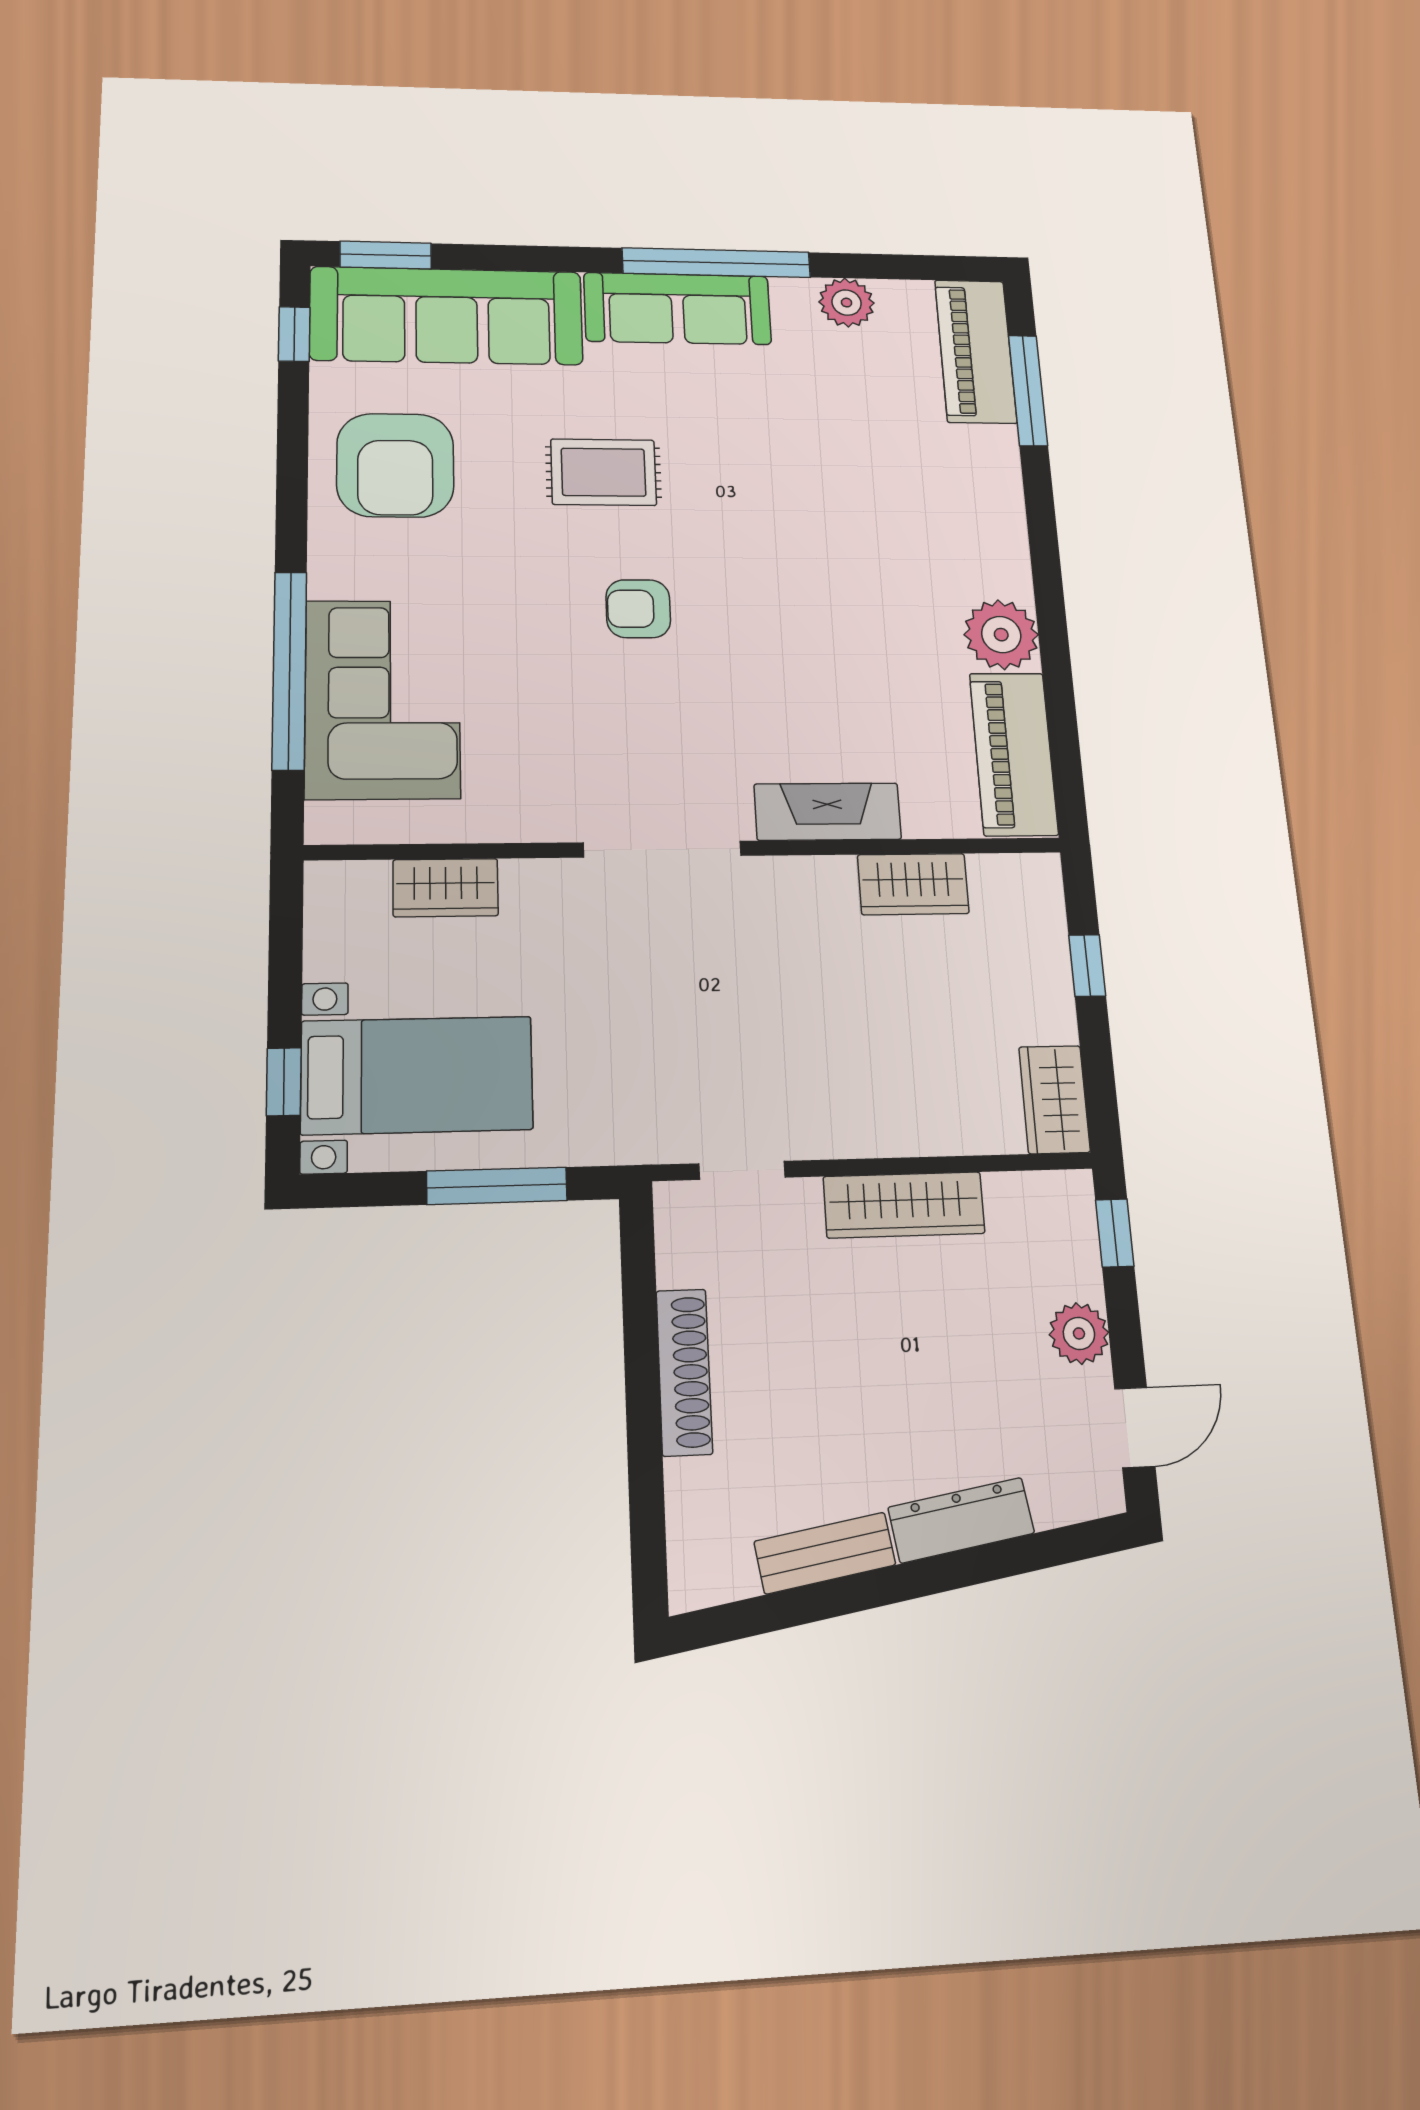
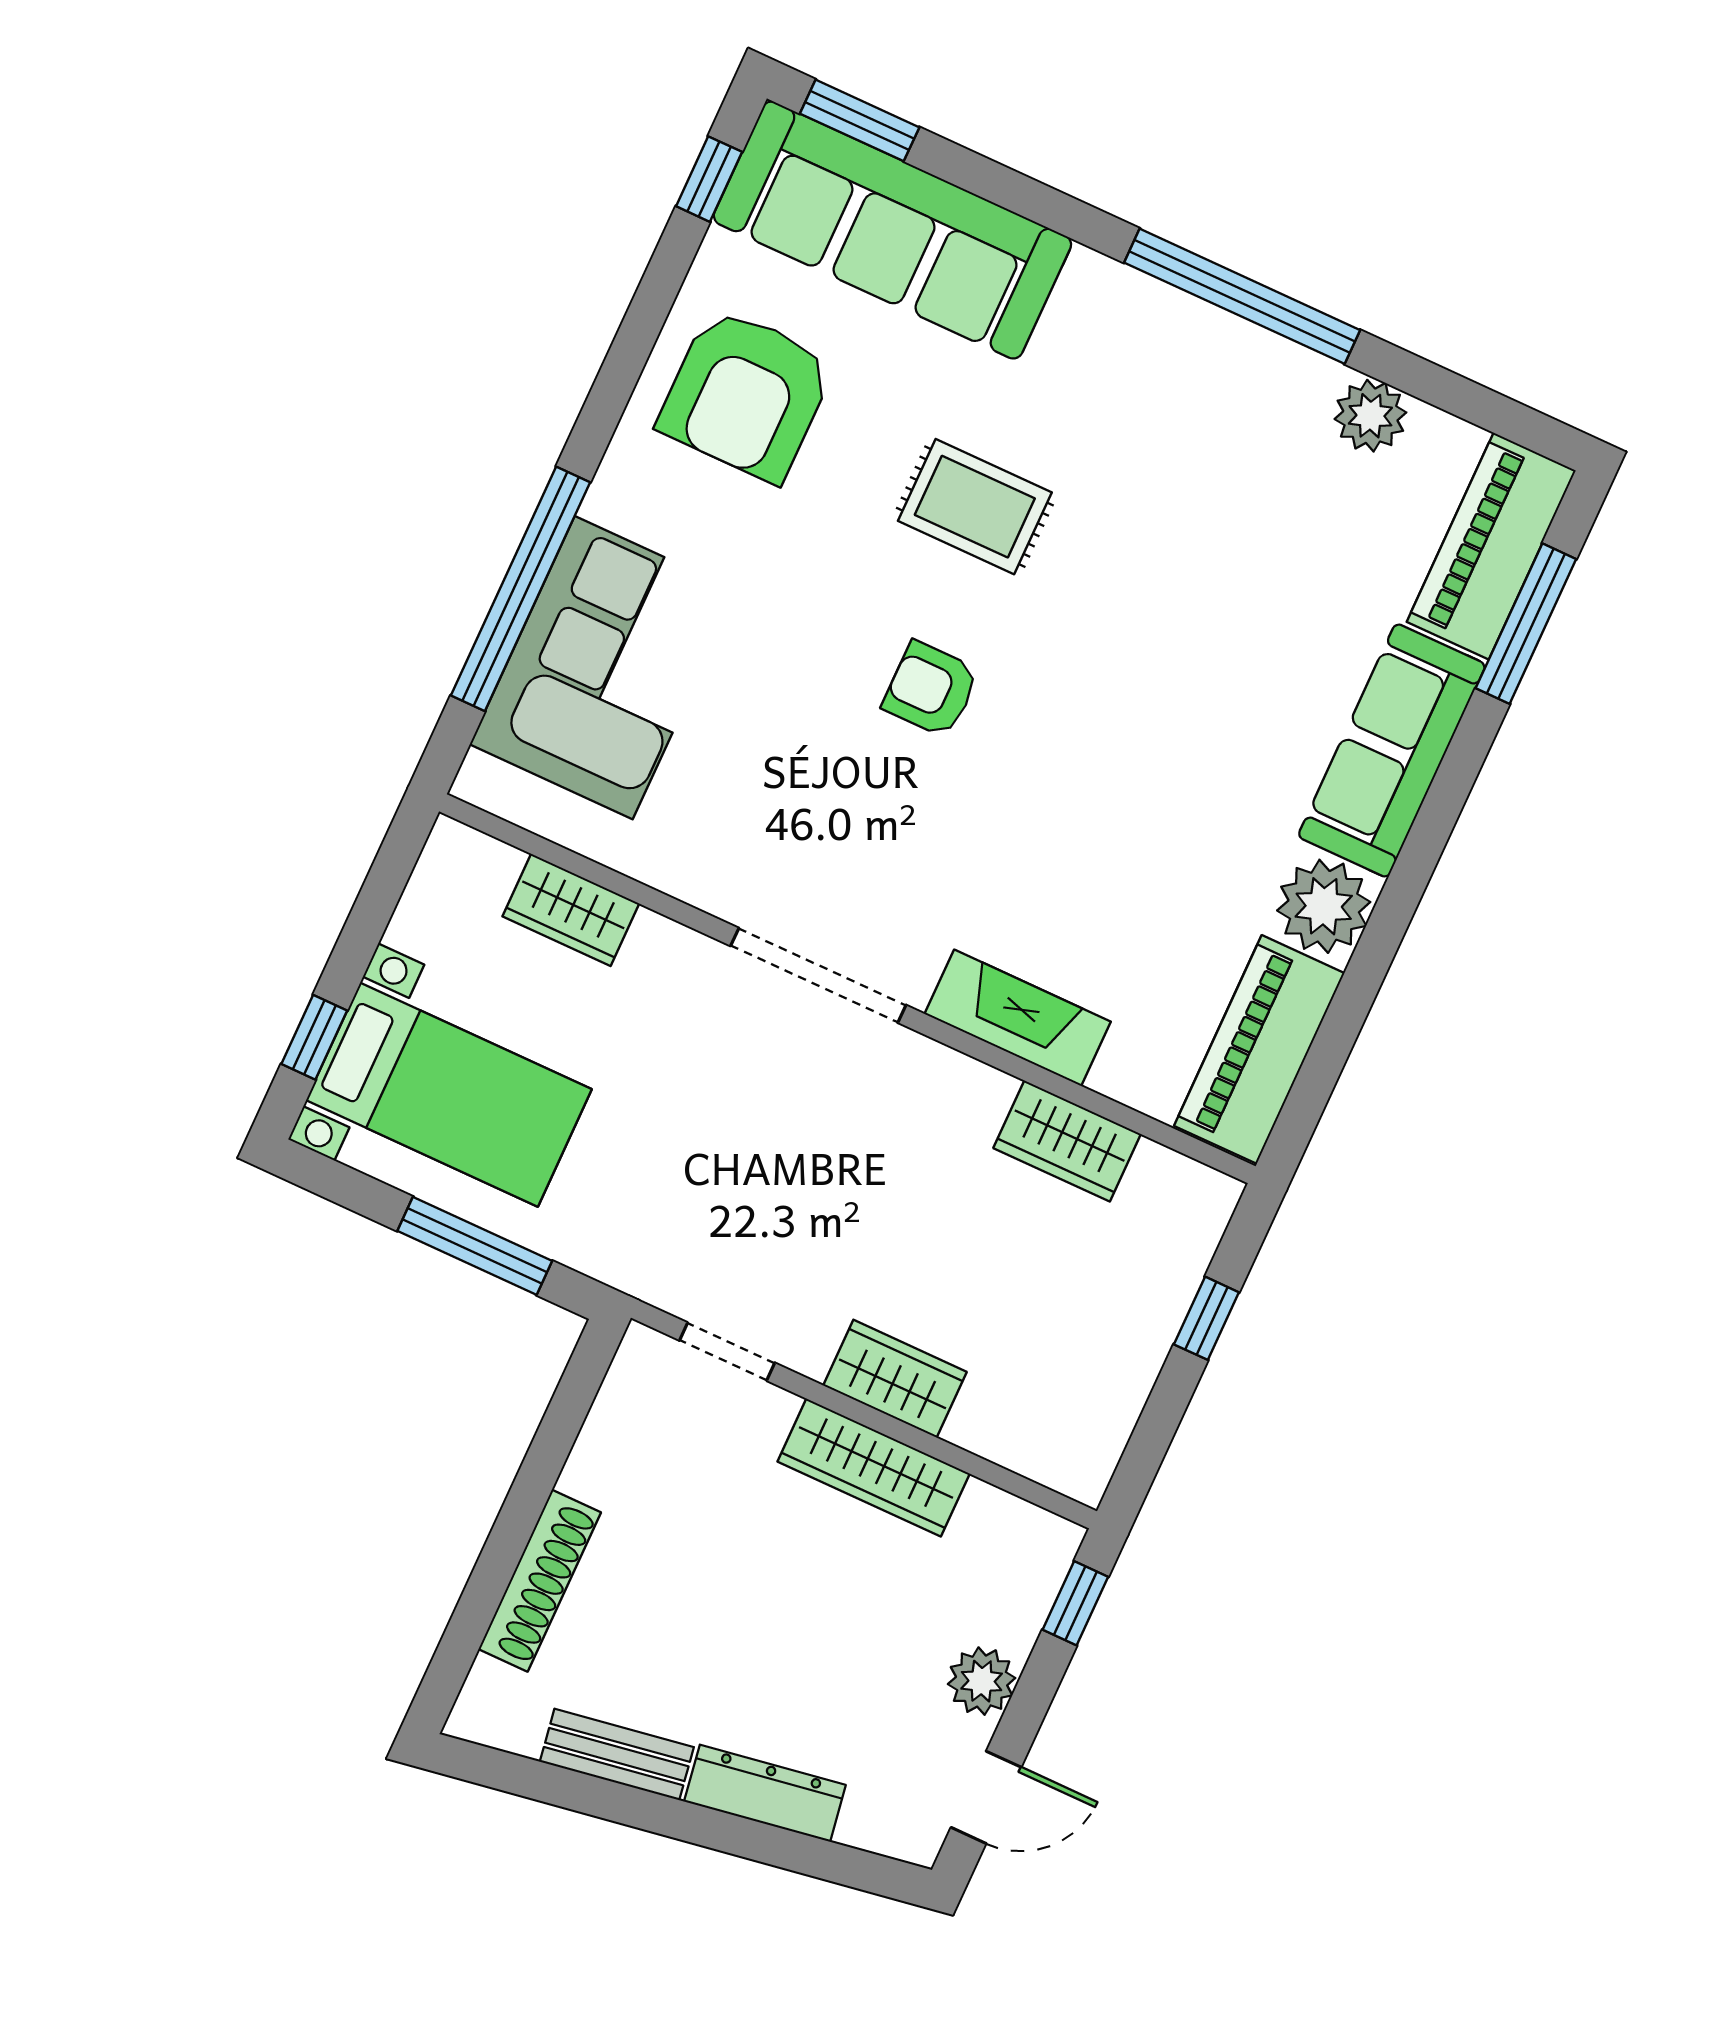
sofa: (678, 309) -> (1392, 751), moved, turned 90
wardrobe: (1054, 1099) -> (895, 1379), moved, turned 90
shoe rack: (684, 1372) -> (540, 1581), moved

